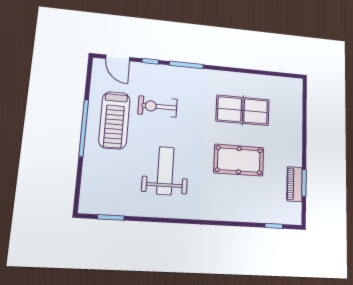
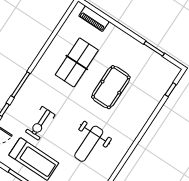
weight bench: (165, 171) -> (89, 144), turned -90
piano: (295, 184) -> (94, 19), moved

